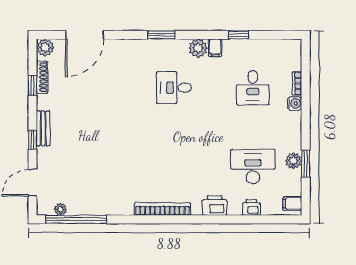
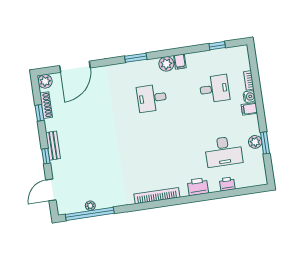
window: (239, 35) -> (217, 46), moved
desk: (253, 88) -> (214, 89), turned -90
desk: (253, 167) -> (224, 151), turned 180
filing cabinet: (292, 204) -> (249, 109), moved
plant: (61, 209) -> (90, 206), moved

